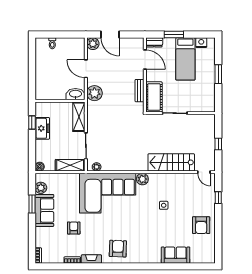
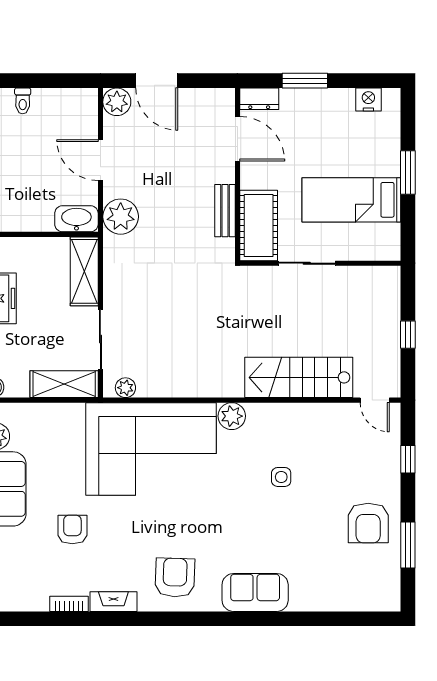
bed: (185, 59) -> (351, 200), moved, turned 90
window: (218, 235) -> (408, 545), added
sofa: (176, 255) -> (255, 592), moved

